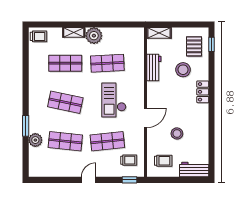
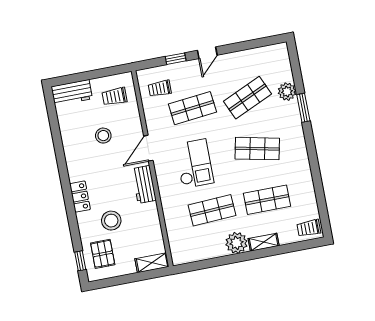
workbench: (154, 67) -> (144, 185), moved
shop shelf: (65, 141) -> (248, 98), turned -30
window: (129, 180) -> (176, 59), moved

